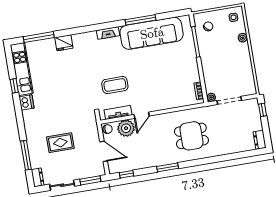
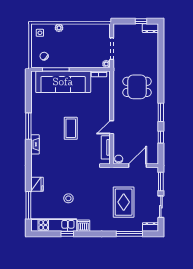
window: (140, 20) -> (28, 126), moved
sofa: (152, 33) -> (63, 82), moved, turned 90
stool: (54, 80) -> (68, 198), added
coffee table: (115, 85) -> (71, 128), moved
window: (263, 110) -> (141, 21), moved
door: (142, 115) -> (112, 127), swing flipped
plant: (126, 128) -> (121, 143), removed
dining table: (191, 136) -> (137, 87), turned 90
rug: (60, 143) -> (124, 202), width x1.36, depth x1.43
window: (127, 174) -> (161, 137), moved

